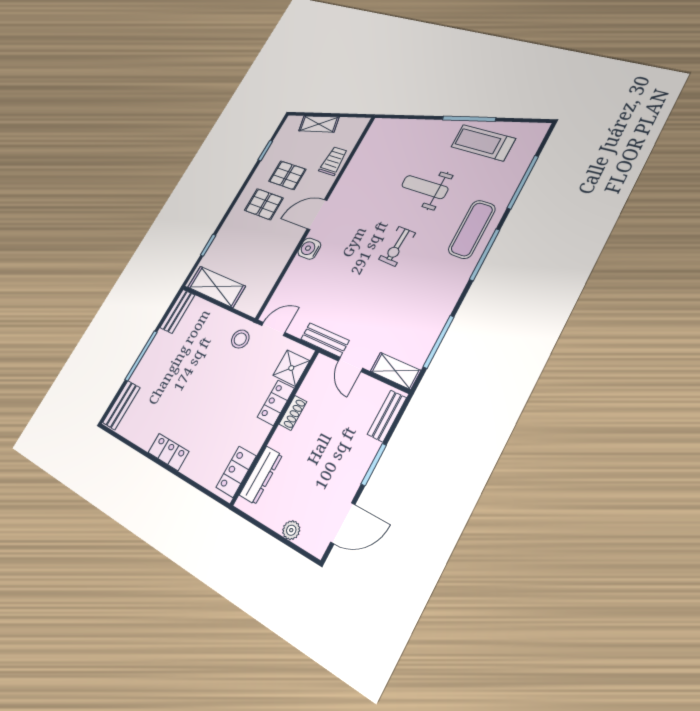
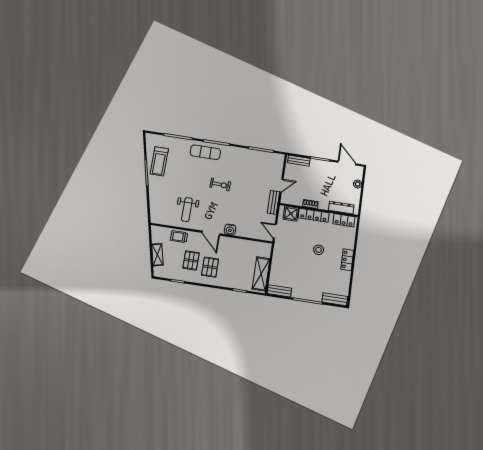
weight bench: (425, 187) -> (187, 210), moved
stool: (240, 339) -> (319, 250), moved
shelving: (395, 371) -> (279, 164), removed
locker: (276, 403) -> (314, 215), width x1.53

